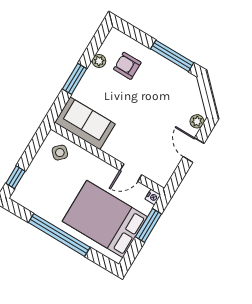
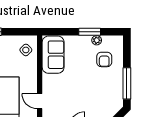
armchair: (127, 66) -> (104, 59), turned 180
window: (75, 79) -> (90, 32), moved

